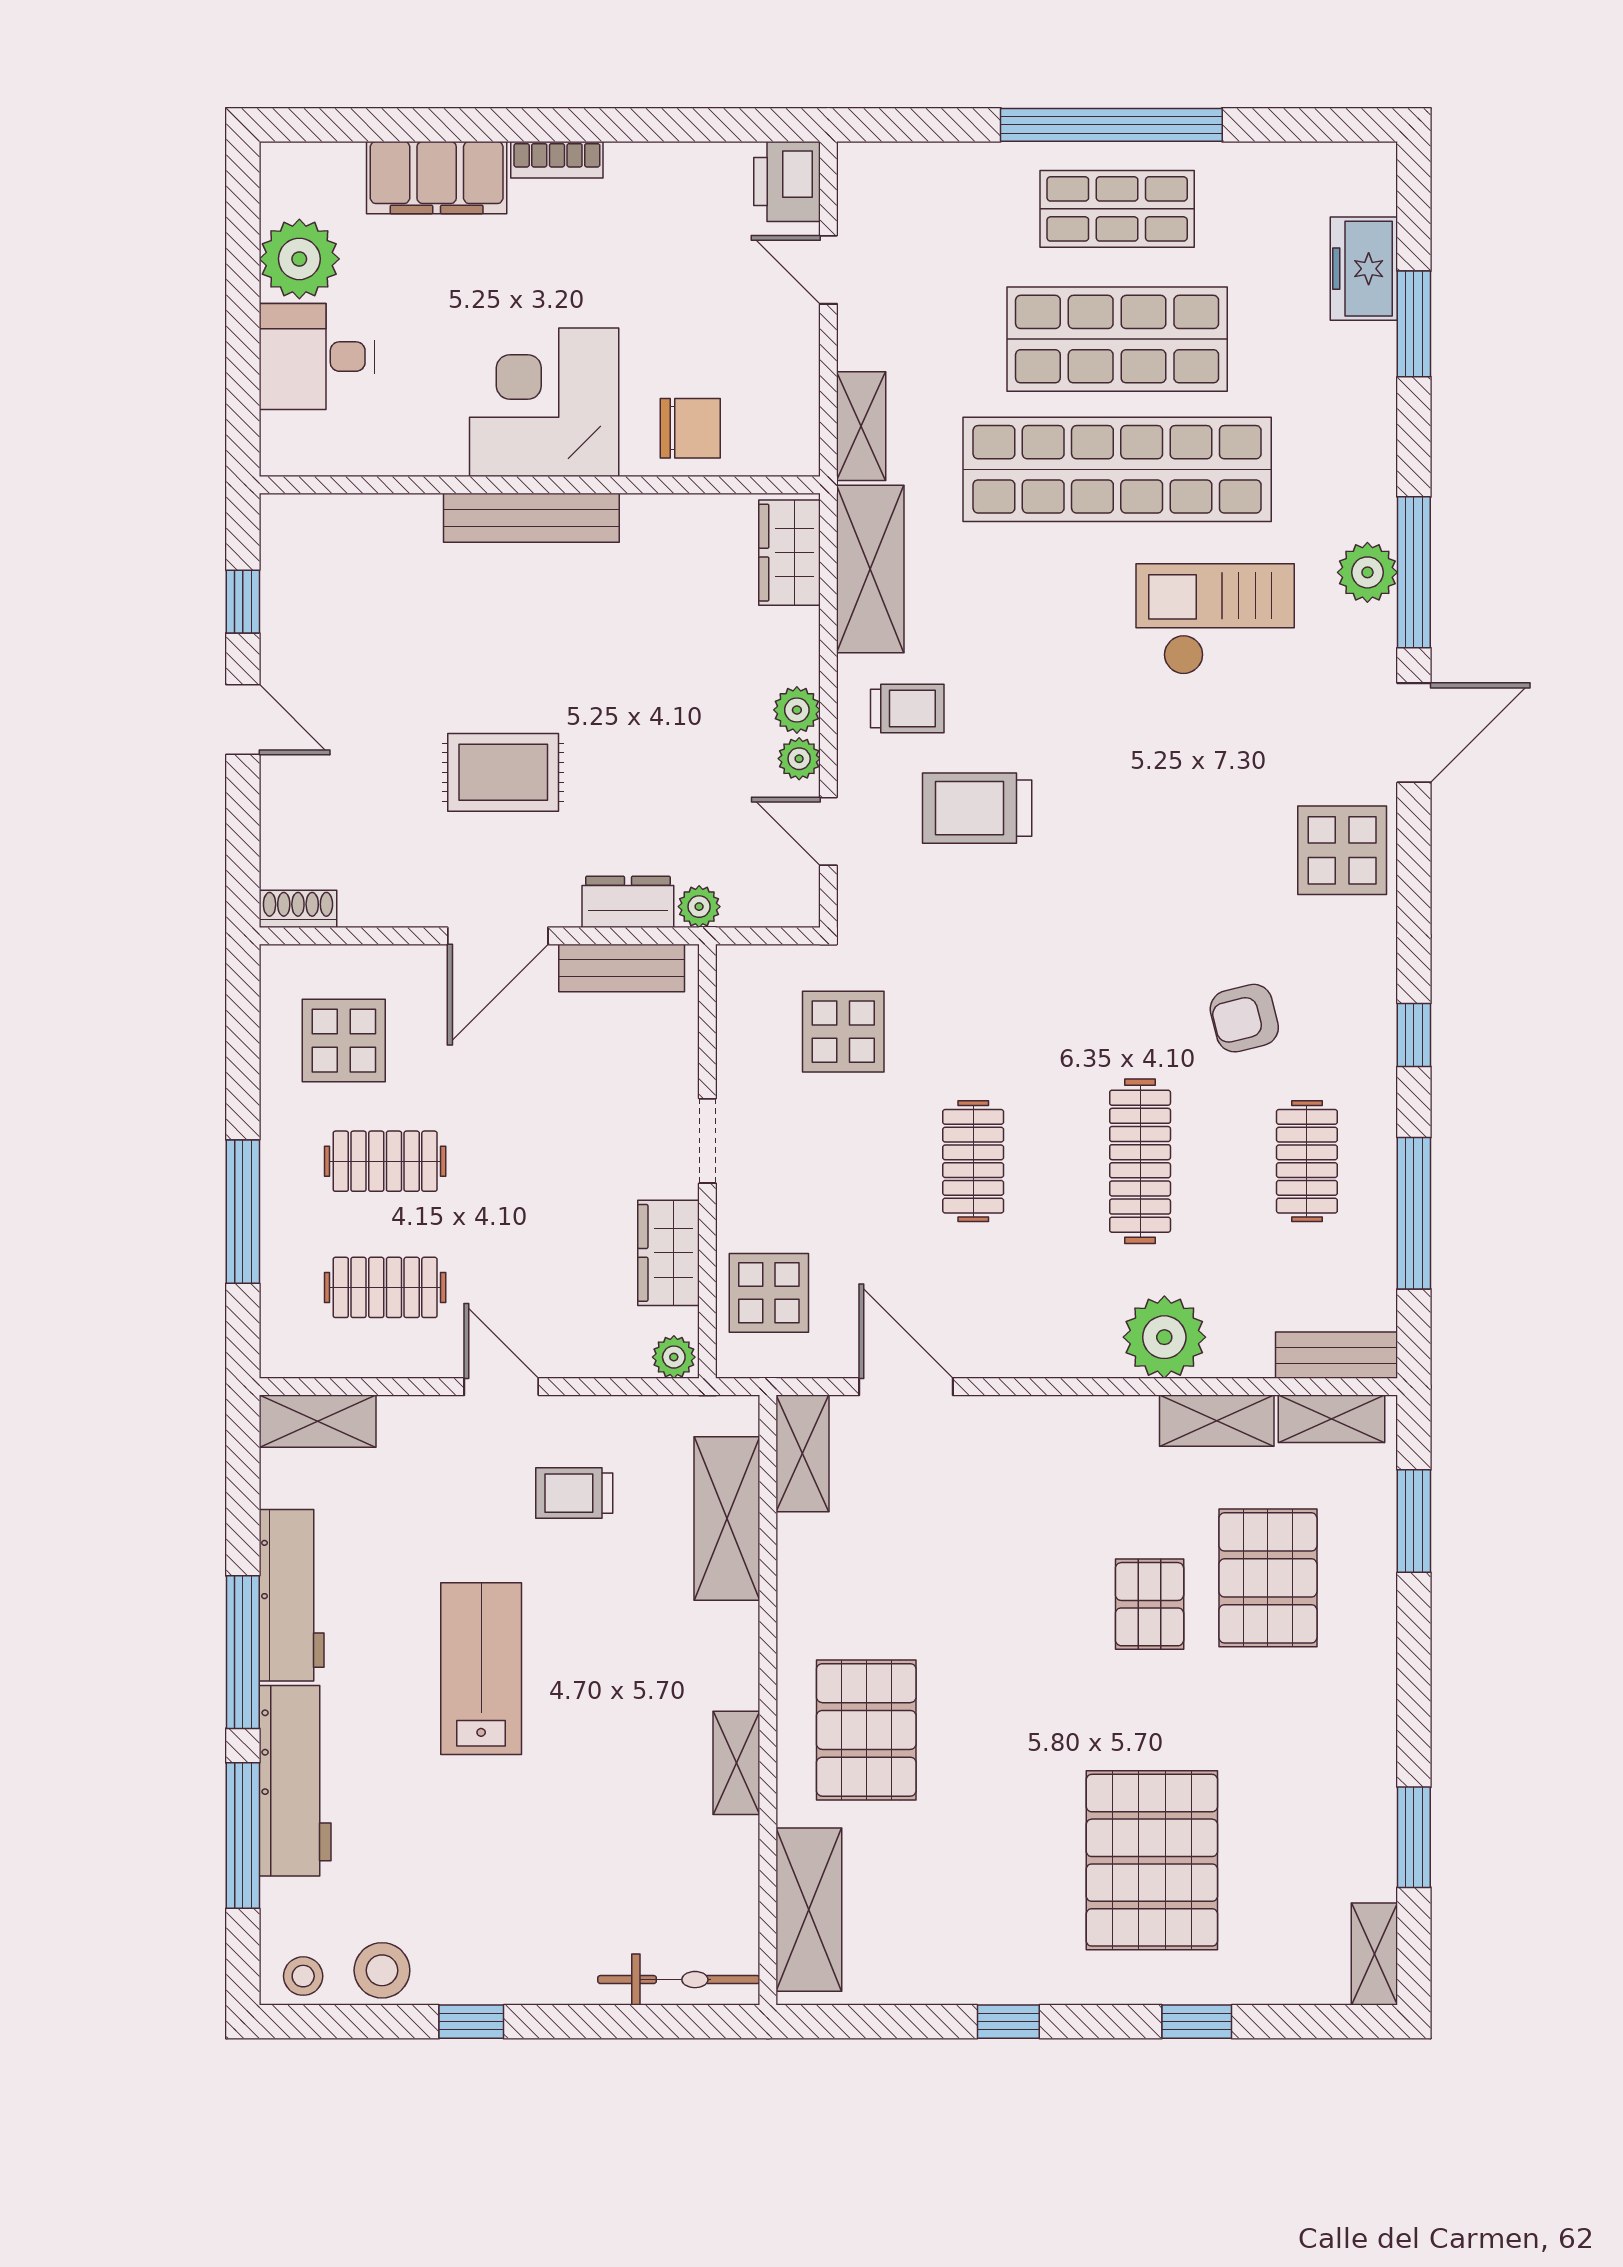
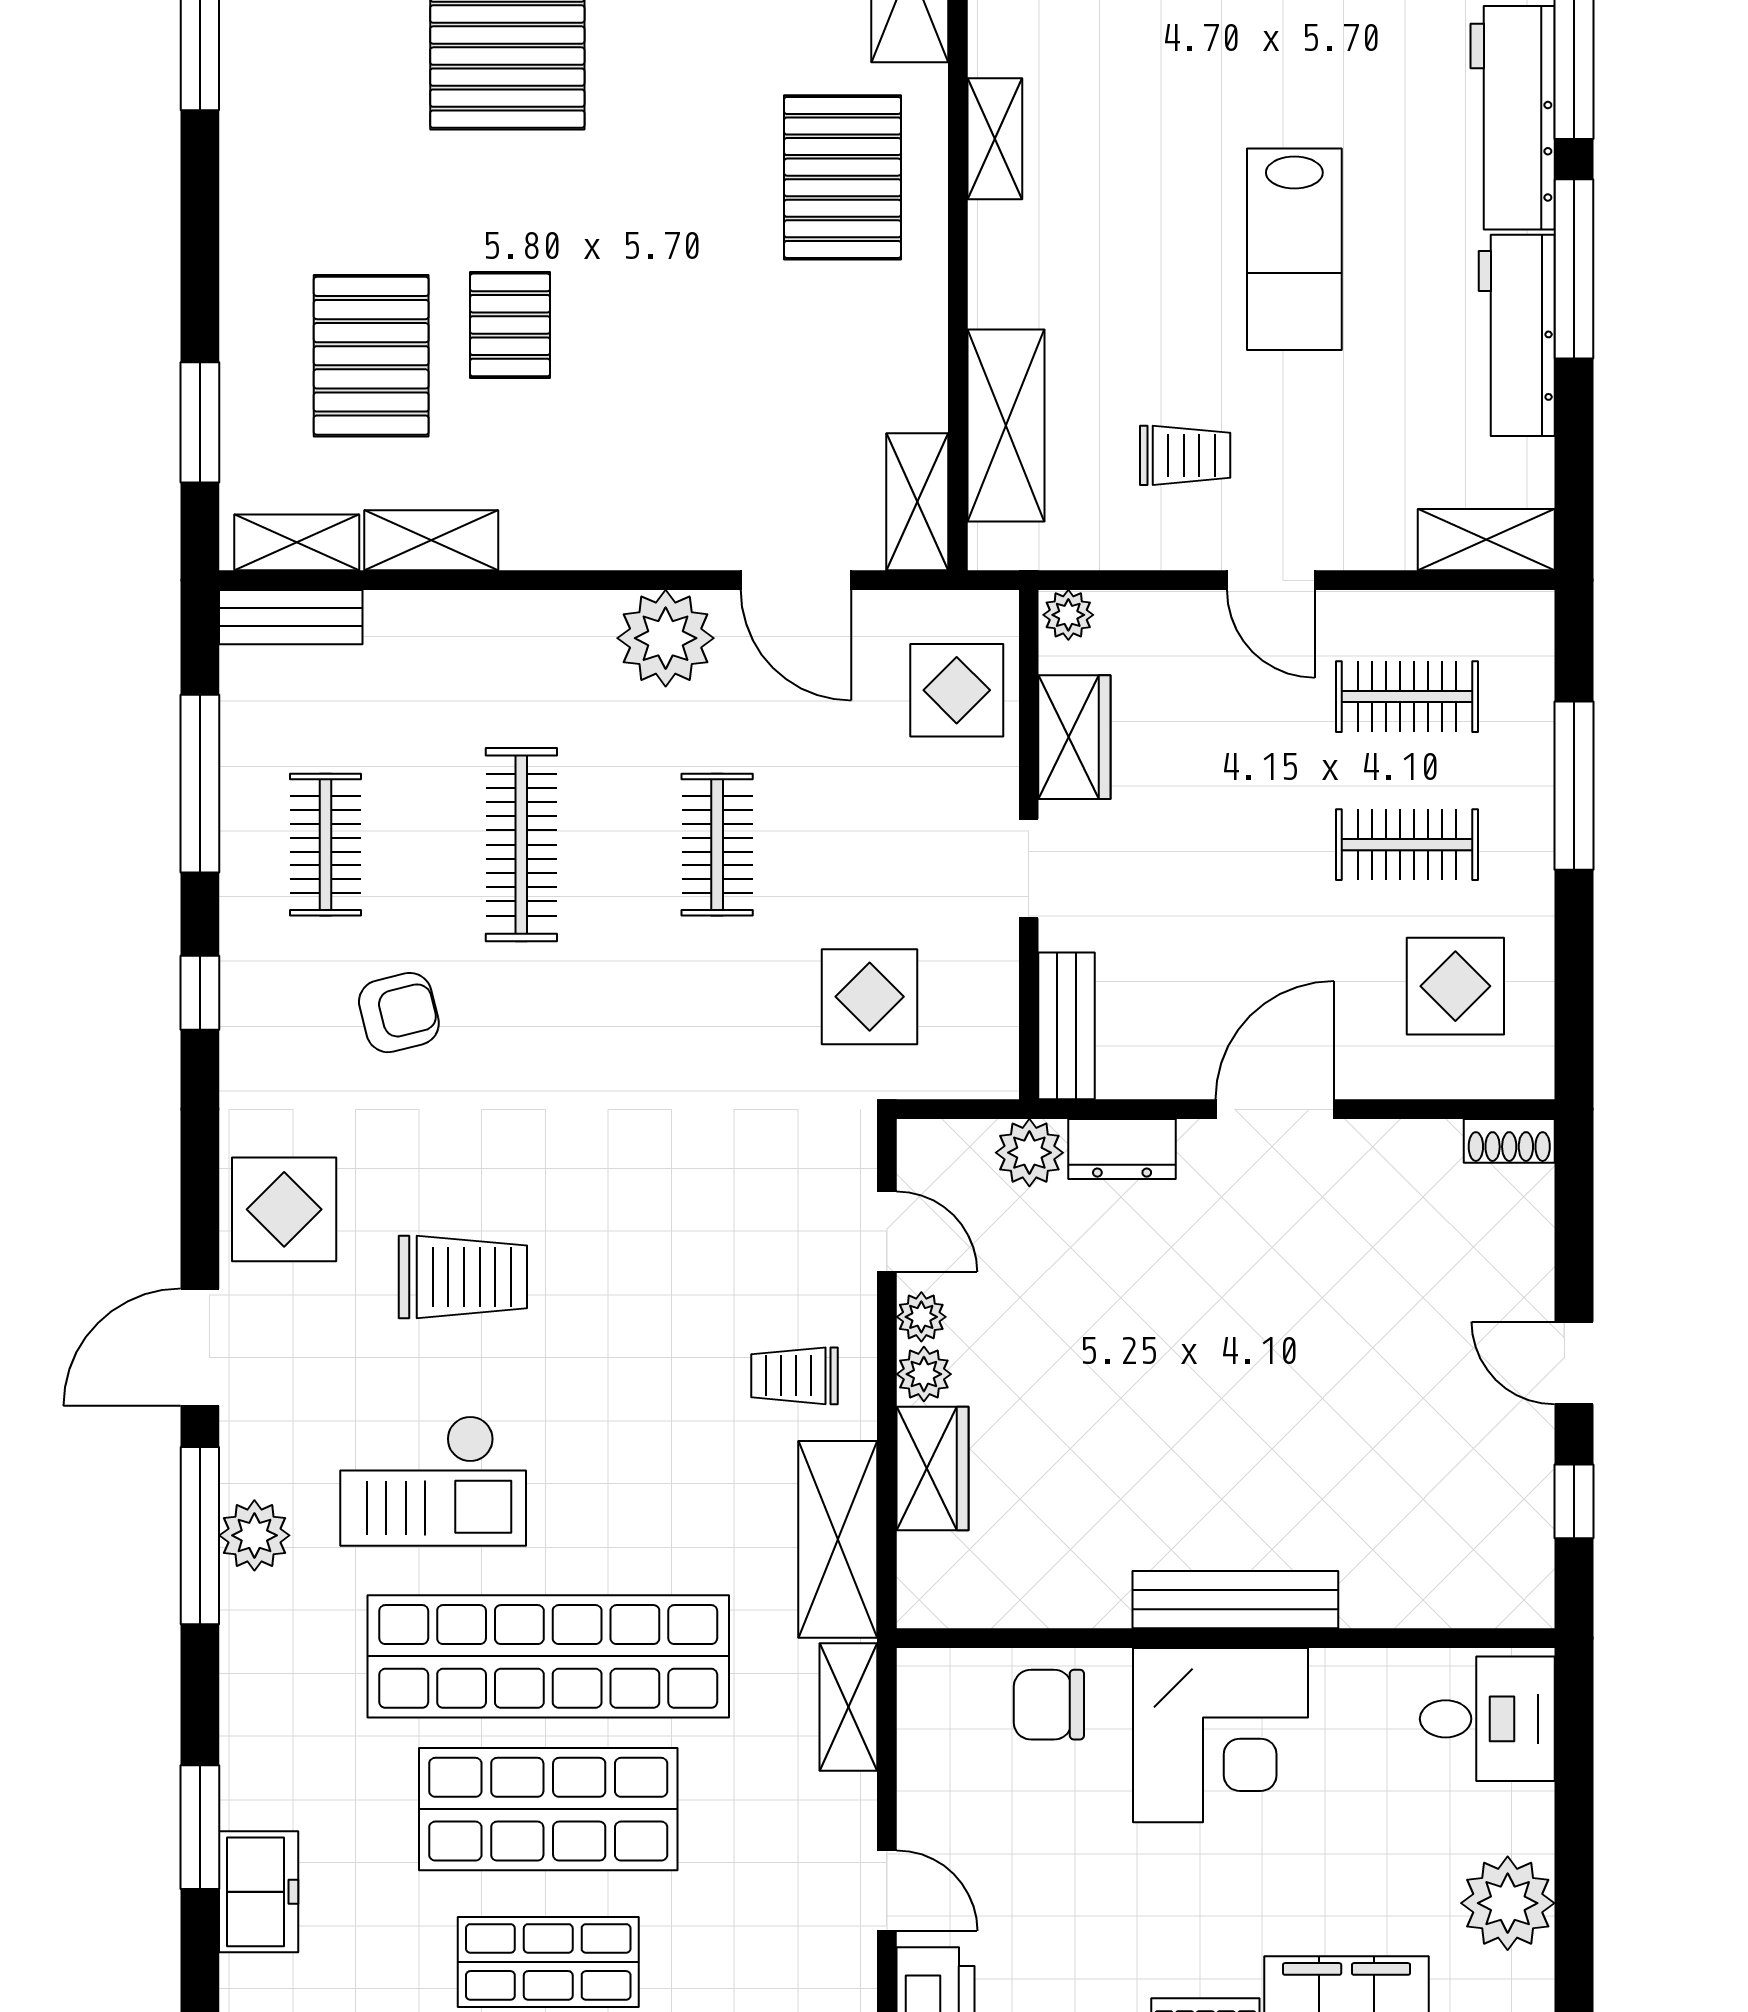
desk: (317, 357) -> (1487, 1719), moved
wardrobe: (790, 553) -> (933, 1468), moved
rug: (503, 772) -> (1268, 1301), removed
trolley: (977, 808) -> (463, 1277), moved
plant: (699, 907) -> (1029, 1153), width x1.38, depth x1.38
bench: (622, 968) -> (1067, 1026), moved, turned 90
plant: (1164, 1337) -> (666, 638), moved

